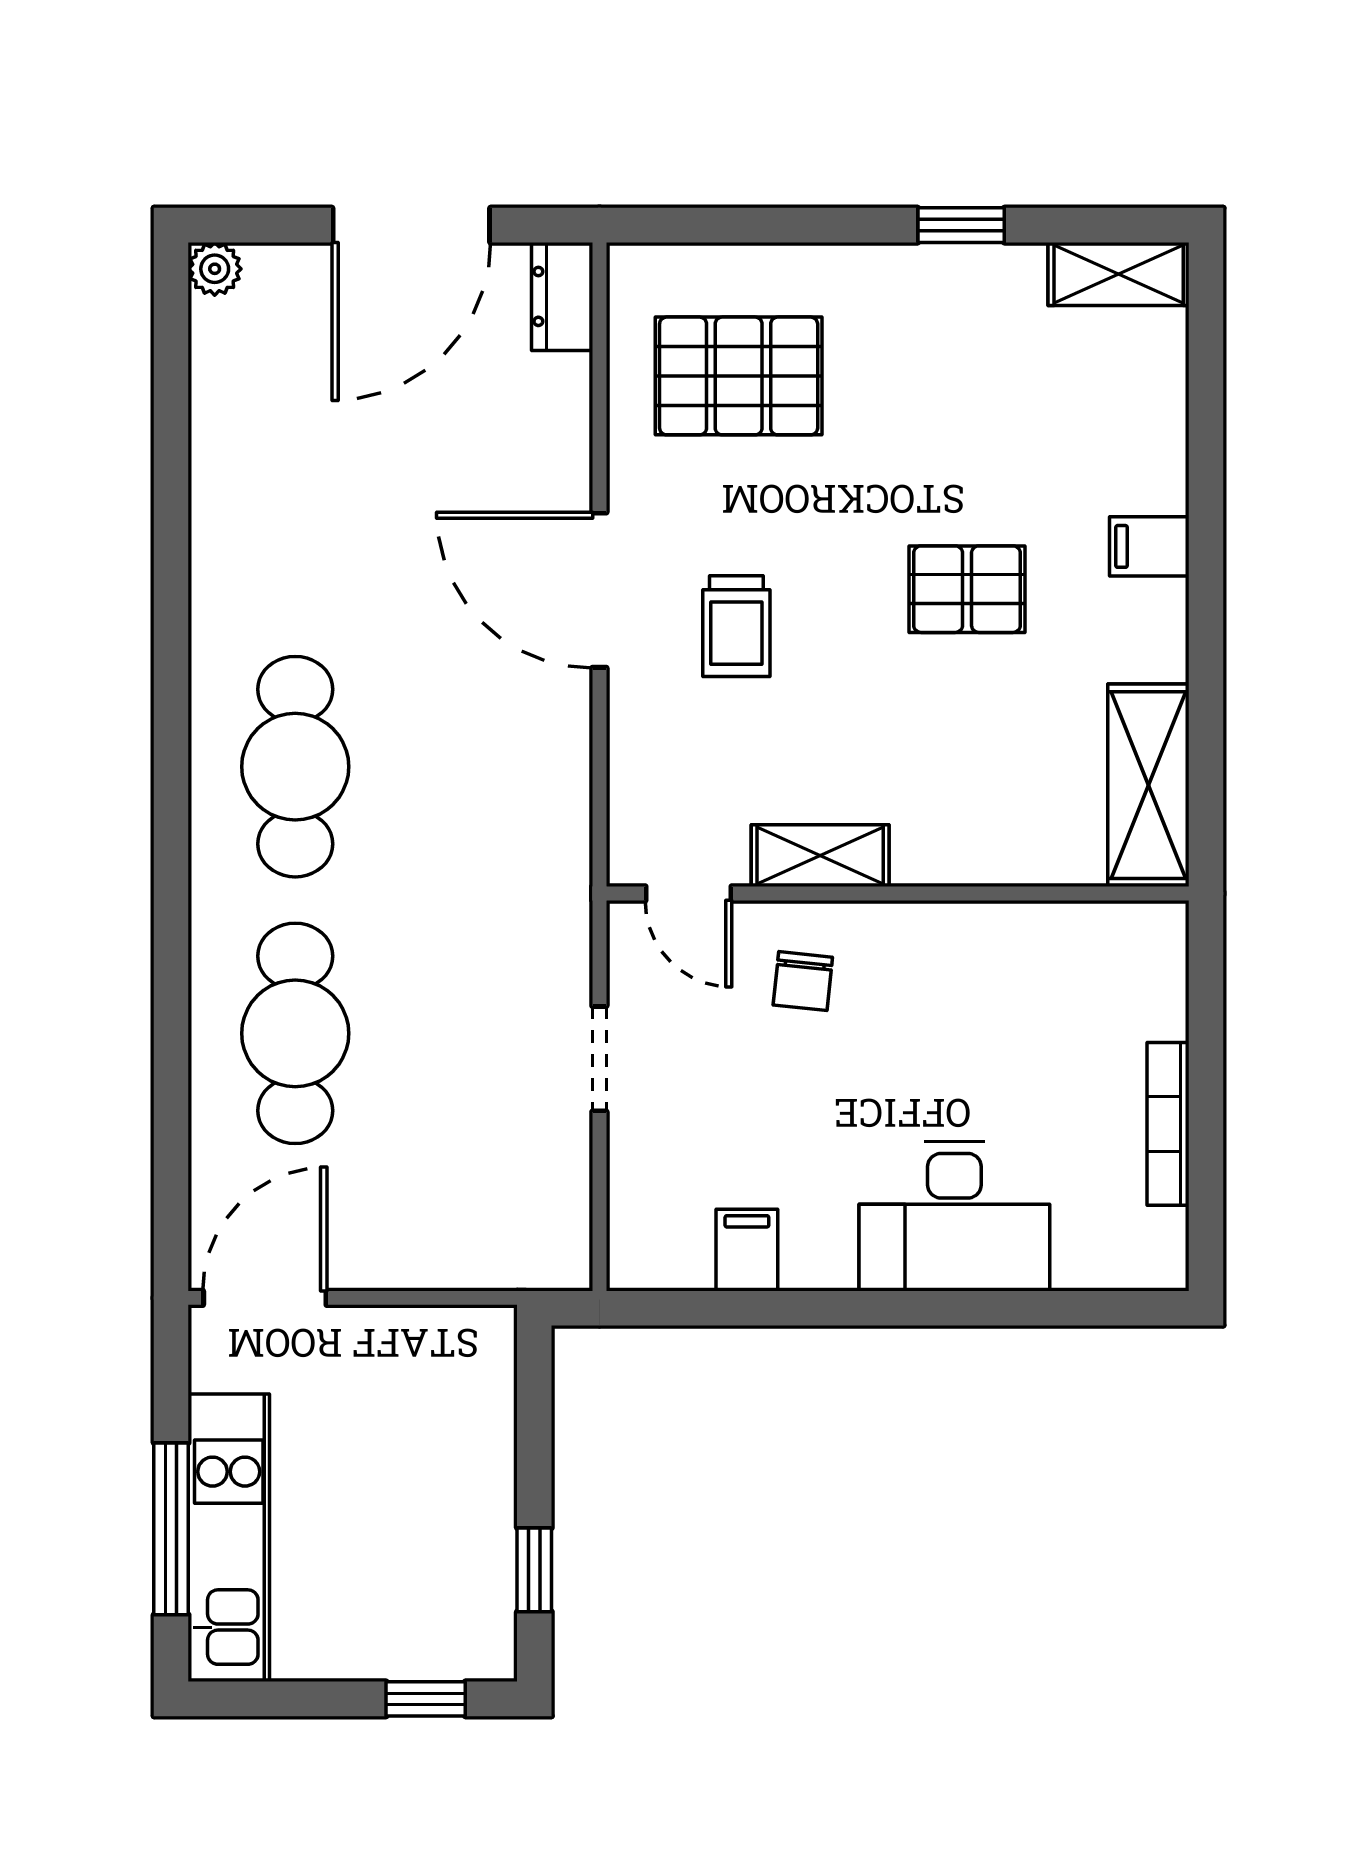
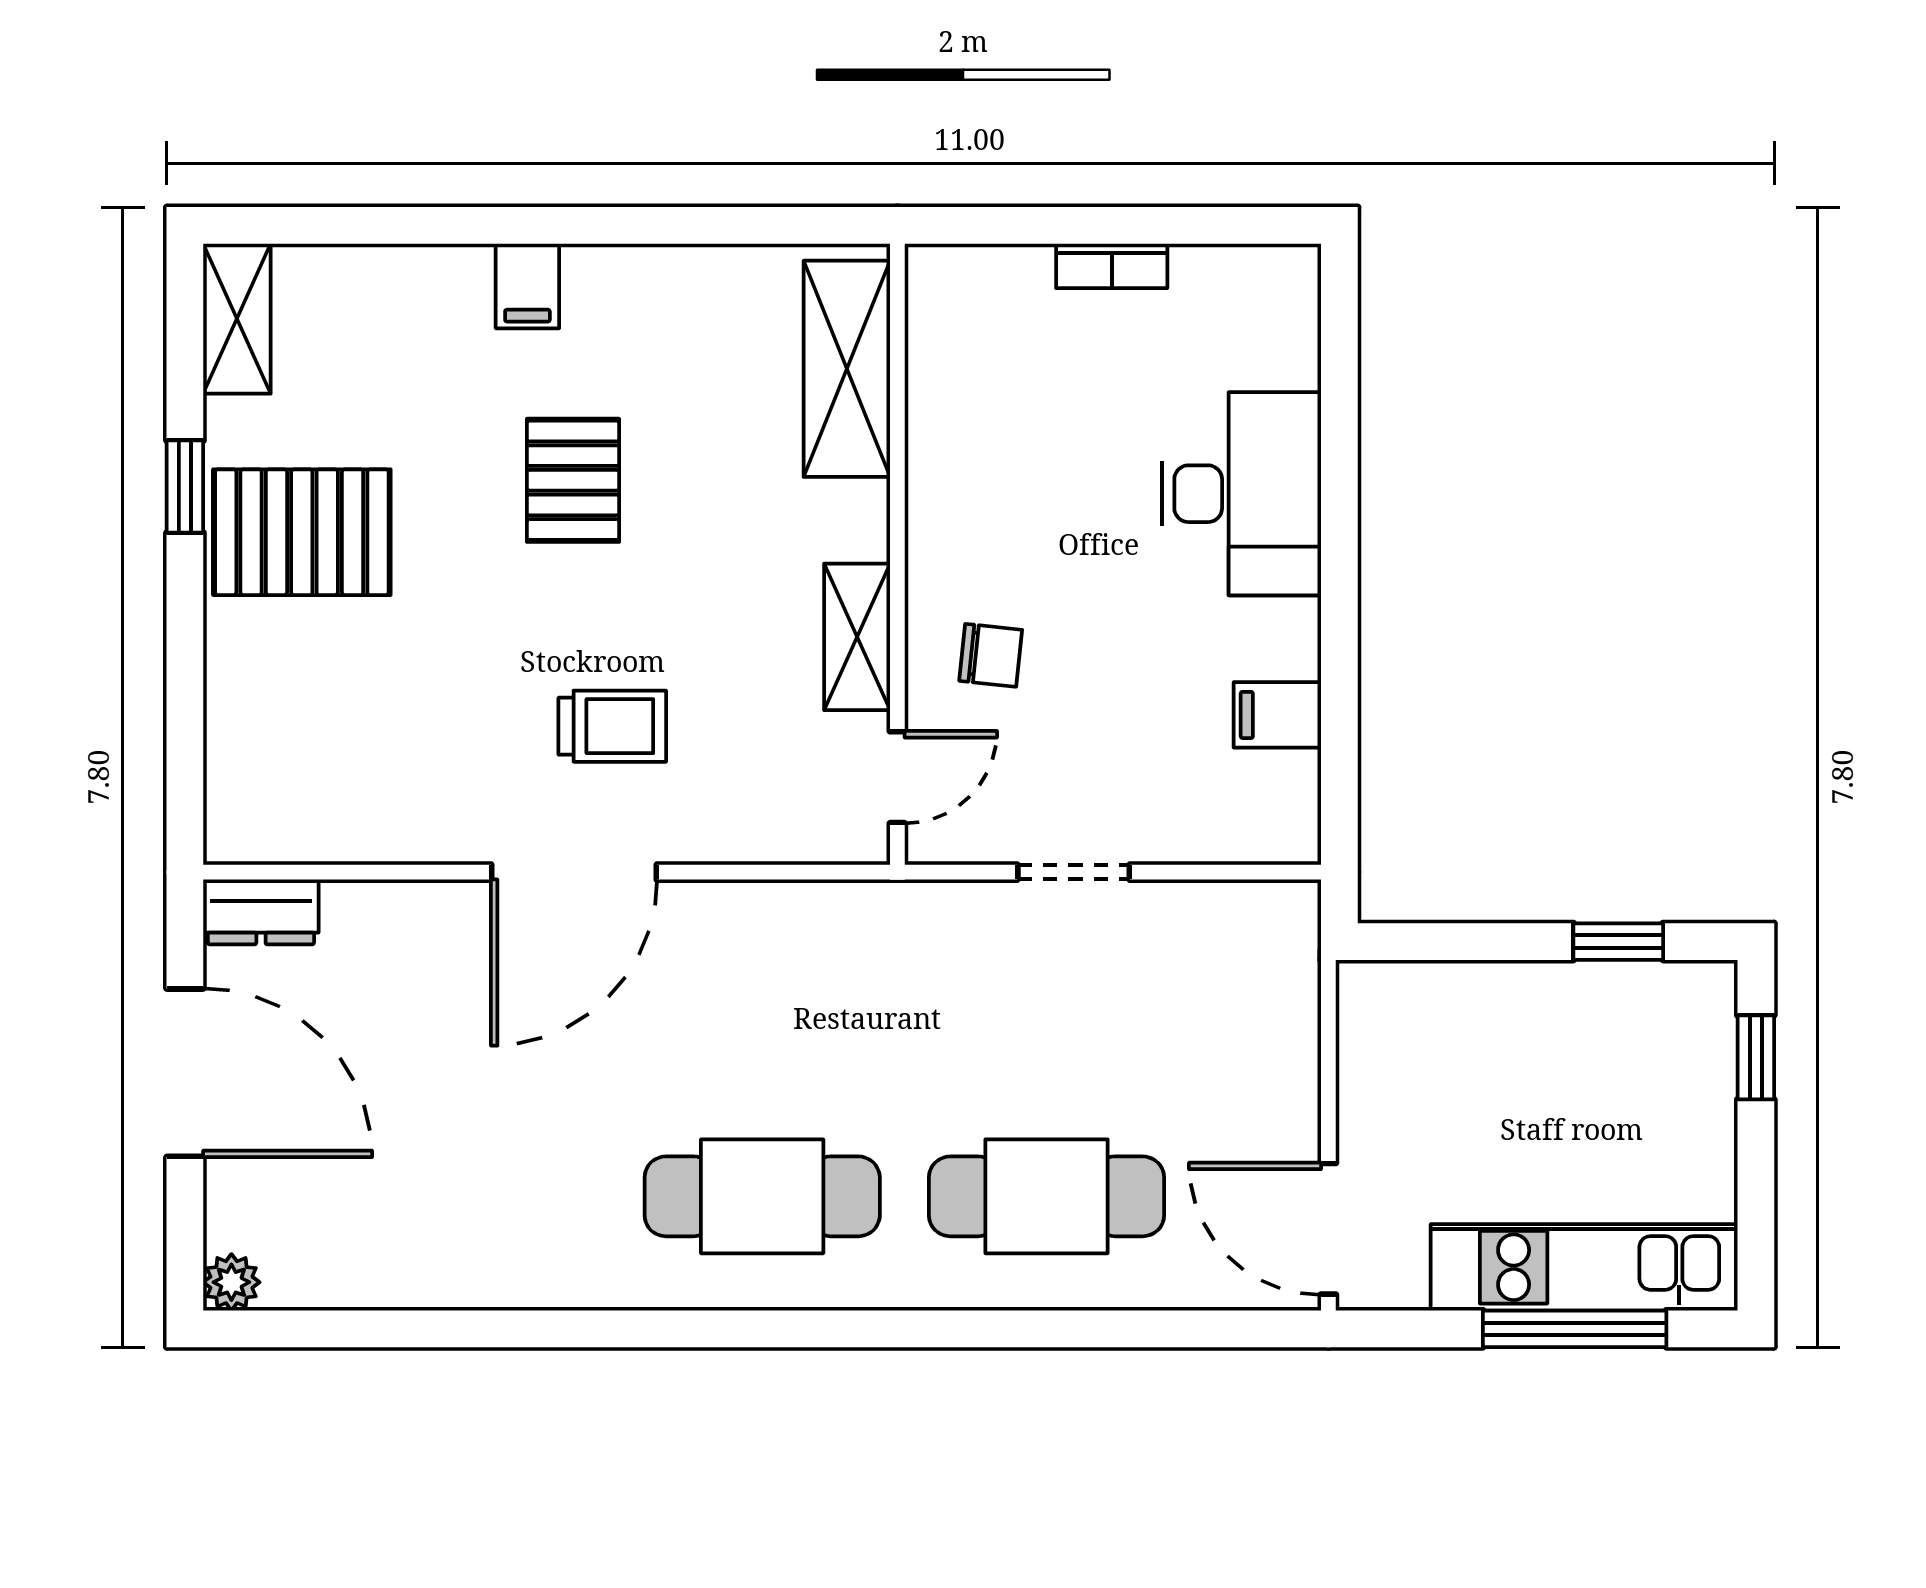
pallet: (739, 376) -> (302, 532), moved, turned 90
shelving: (1148, 785) -> (847, 369), moved, turned 90
bookcase: (1168, 1124) -> (1112, 266), width x0.64

